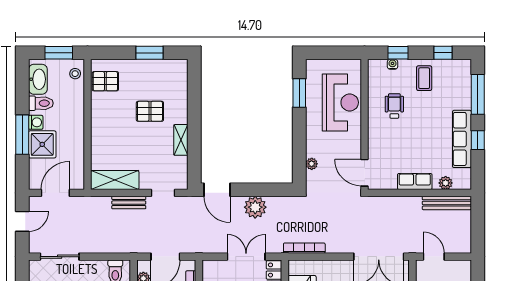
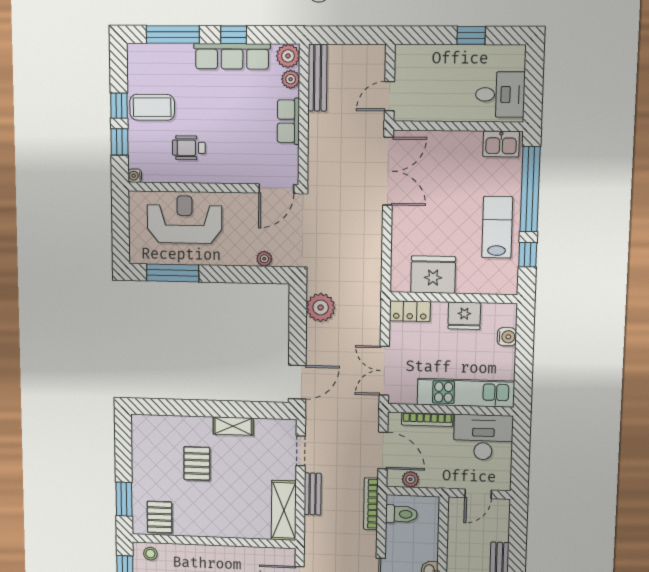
window: (150, 53) -> (124, 499), moved
window: (443, 53) -> (119, 106), moved
water cooler: (392, 64) -> (135, 176), moved
coffee table: (424, 78) -> (152, 107), width x1.36, depth x1.30
window: (299, 93) -> (173, 273), width x1.44
plant: (462, 181) -> (288, 56), added
plant: (255, 207) -> (321, 307), moved
bookcase: (304, 248) -> (371, 504), moved
double door: (246, 257) -> (384, 371), moved

